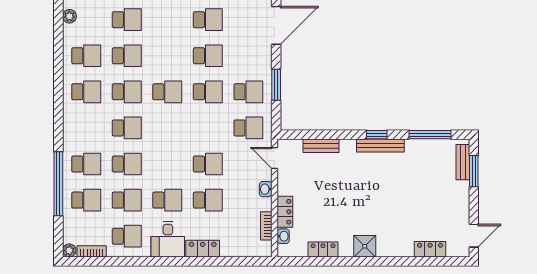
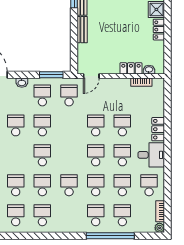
window: (276, 85) -> (51, 75), moved
bench: (321, 146) -> (82, 30), moved
school desk: (167, 164) -> (96, 155), added
washbasin: (266, 189) -> (22, 83), moved
locker: (323, 250) -> (159, 30), moved

